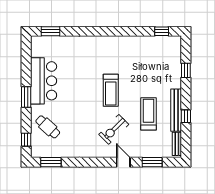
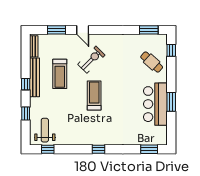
window: (106, 31) -> (98, 149), added
weight bench: (165, 52) -> (45, 130), added
window: (26, 97) -> (171, 102), moved
window: (186, 116) -> (26, 84), moved

